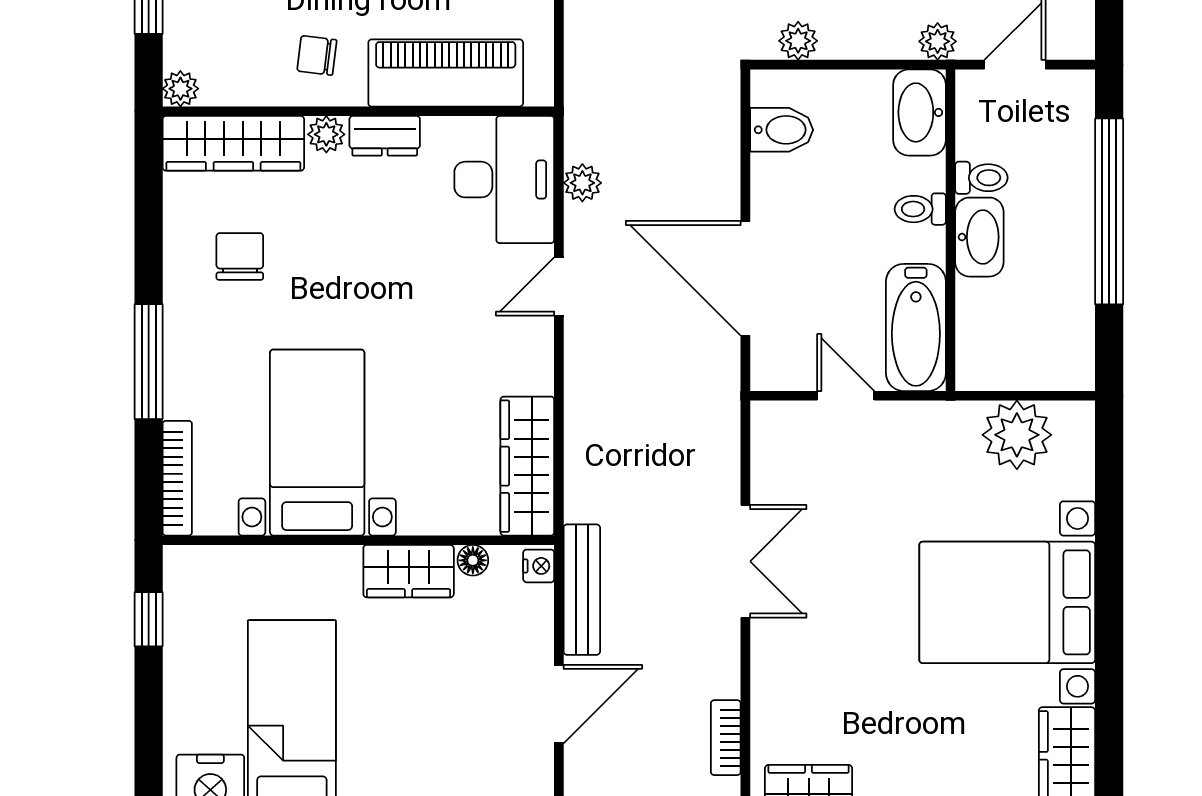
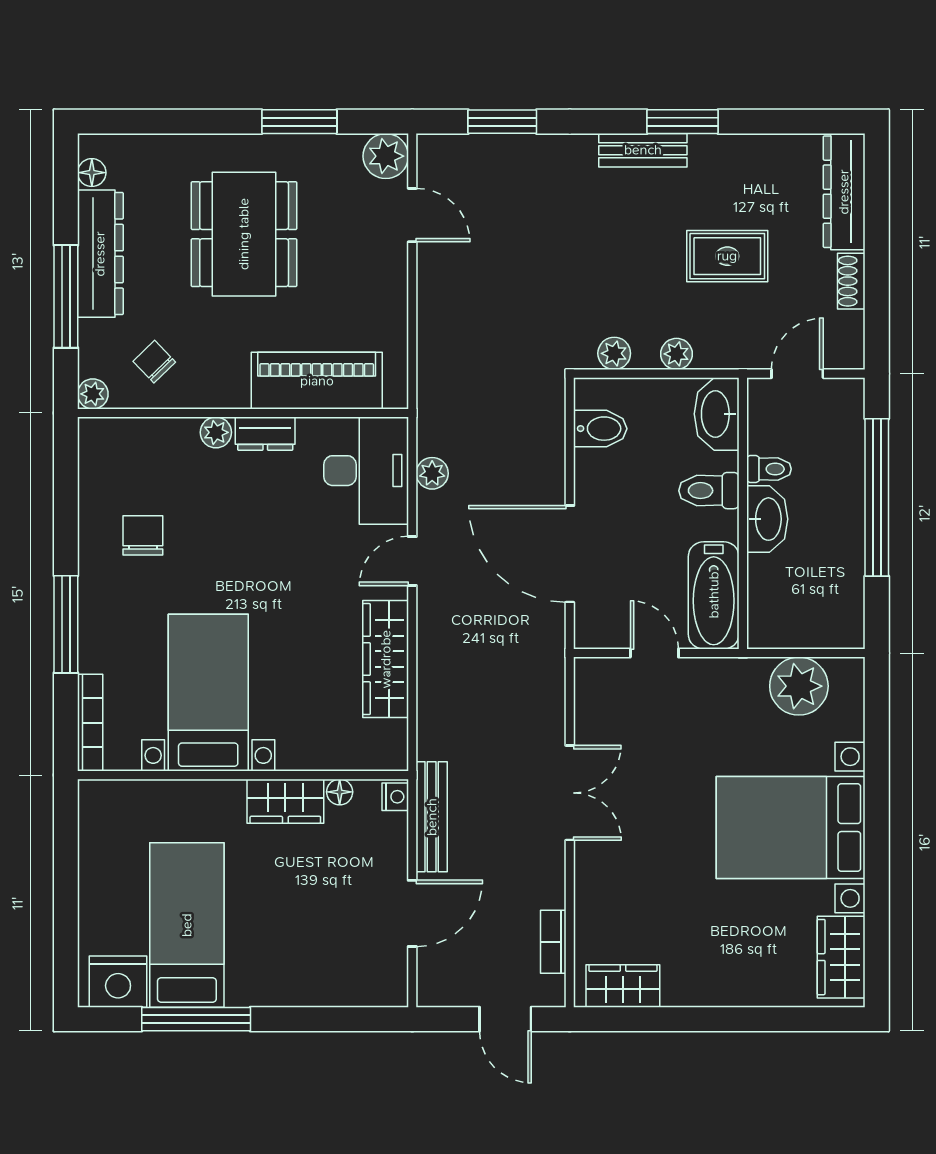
plant: (938, 41) -> (676, 354), moved
chair: (317, 55) -> (154, 362), moved, turned 39
wardrobe: (233, 143) -> (137, 440), removed
toilet: (920, 209) -> (709, 491), width x1.37, depth x1.39
wardrobe: (527, 466) -> (386, 659), moved
window: (149, 619) -> (66, 842), removed

